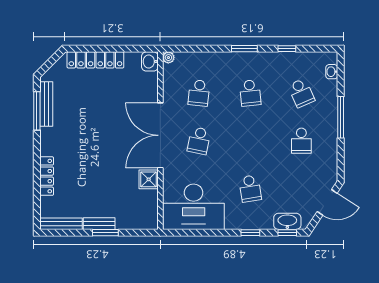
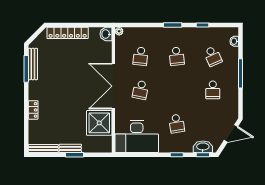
locker: (47, 176) -> (33, 110), width x0.66
shower: (149, 179) -> (99, 123), width x1.86, depth x1.86

